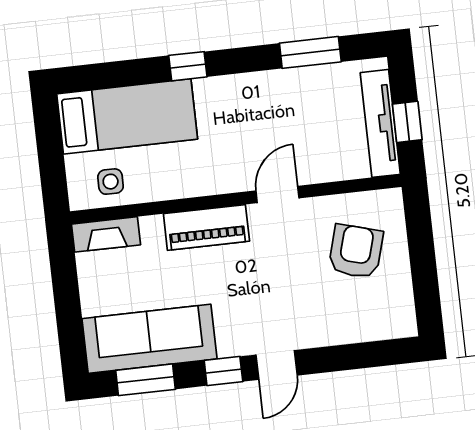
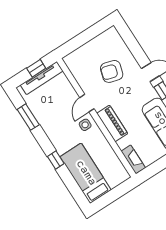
side table: (111, 182) -> (85, 125), moved
door: (277, 194) -> (87, 103), hinge flipped
armchair: (356, 251) -> (112, 71), moved

